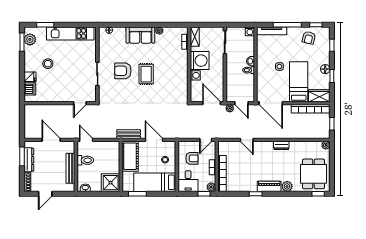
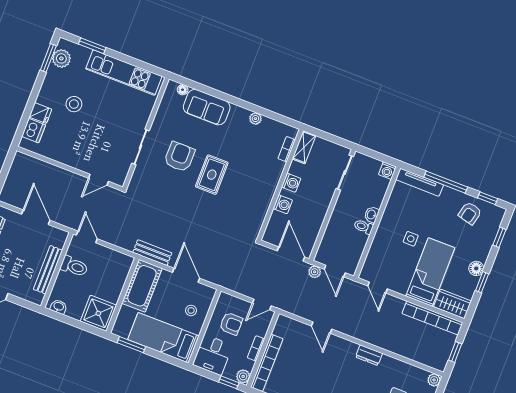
sofa: (140, 35) -> (207, 107), moved
washing machine: (200, 61) -> (291, 183), width x0.53, depth x0.53
armchair: (123, 71) -> (179, 157), turned 90
door: (271, 103) -> (378, 287), width x0.53

